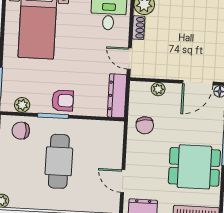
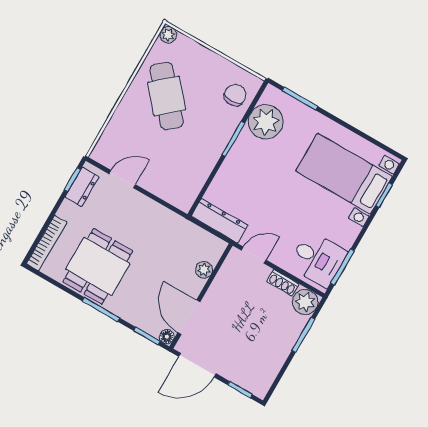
armchair: (63, 101) -> (245, 158), removed
plant: (22, 105) -> (266, 122), width x1.88, depth x1.88
chair: (145, 125) -> (171, 235), removed
cafe table: (59, 161) -> (167, 96), moved, turned 49

